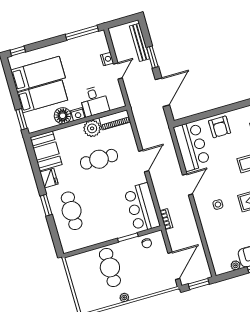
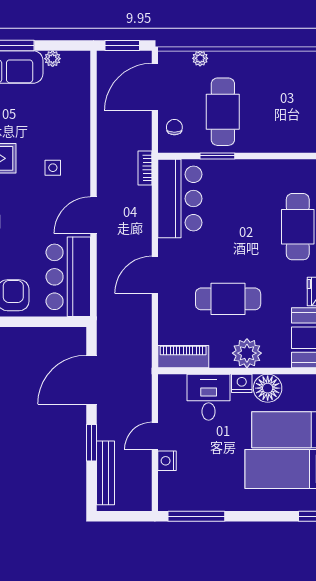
plant: (92, 128) -> (247, 353), moved
chair: (147, 243) -> (174, 127), moved
cafe table: (110, 268) -> (223, 112), moved
plant: (124, 297) -> (200, 58), moved

